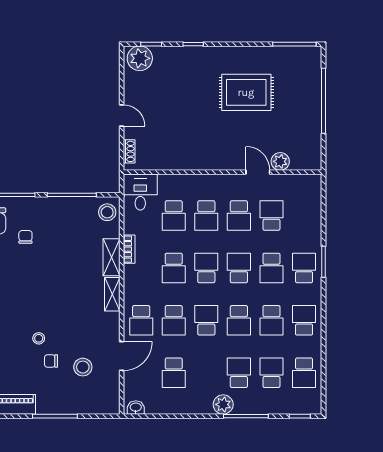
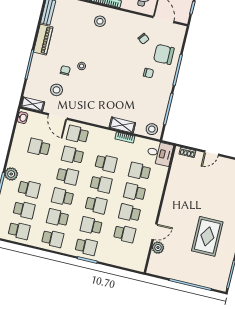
school desk: (174, 268) -> (106, 163), turned 180
shelving: (112, 294) -> (33, 104), moved
school desk: (304, 373) -> (19, 231), turned 180

